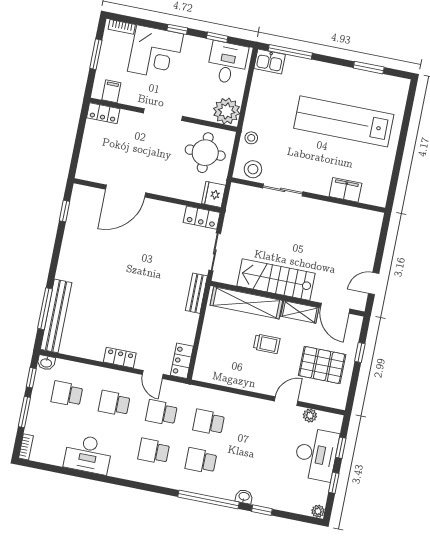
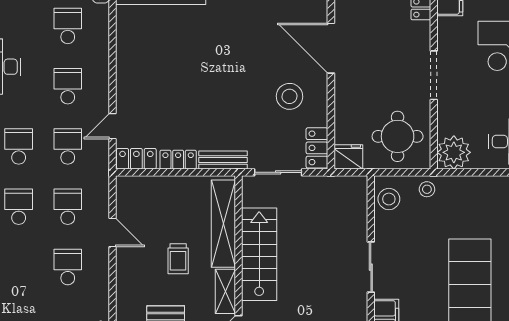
sliding door: (283, 190) -> (371, 267), moved
stool: (157, 231) -> (290, 96), added
locker: (120, 358) -> (178, 160), moved, turned -90
door: (286, 401) -> (112, 233), moved
school desk: (256, 432) -> (68, 267), added

